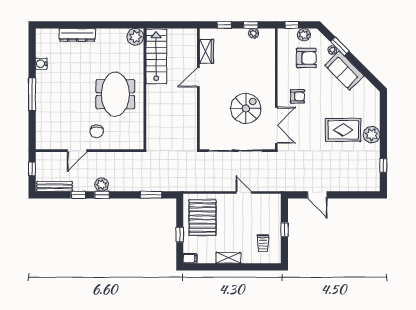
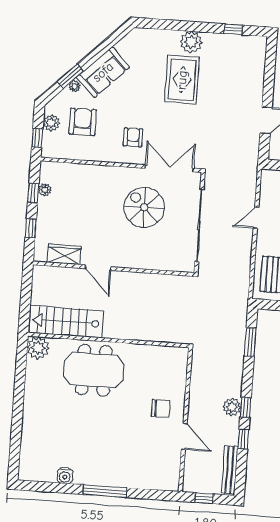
dresser: (77, 35) -> (30, 425), removed
meeting table: (115, 94) -> (94, 370), moved

